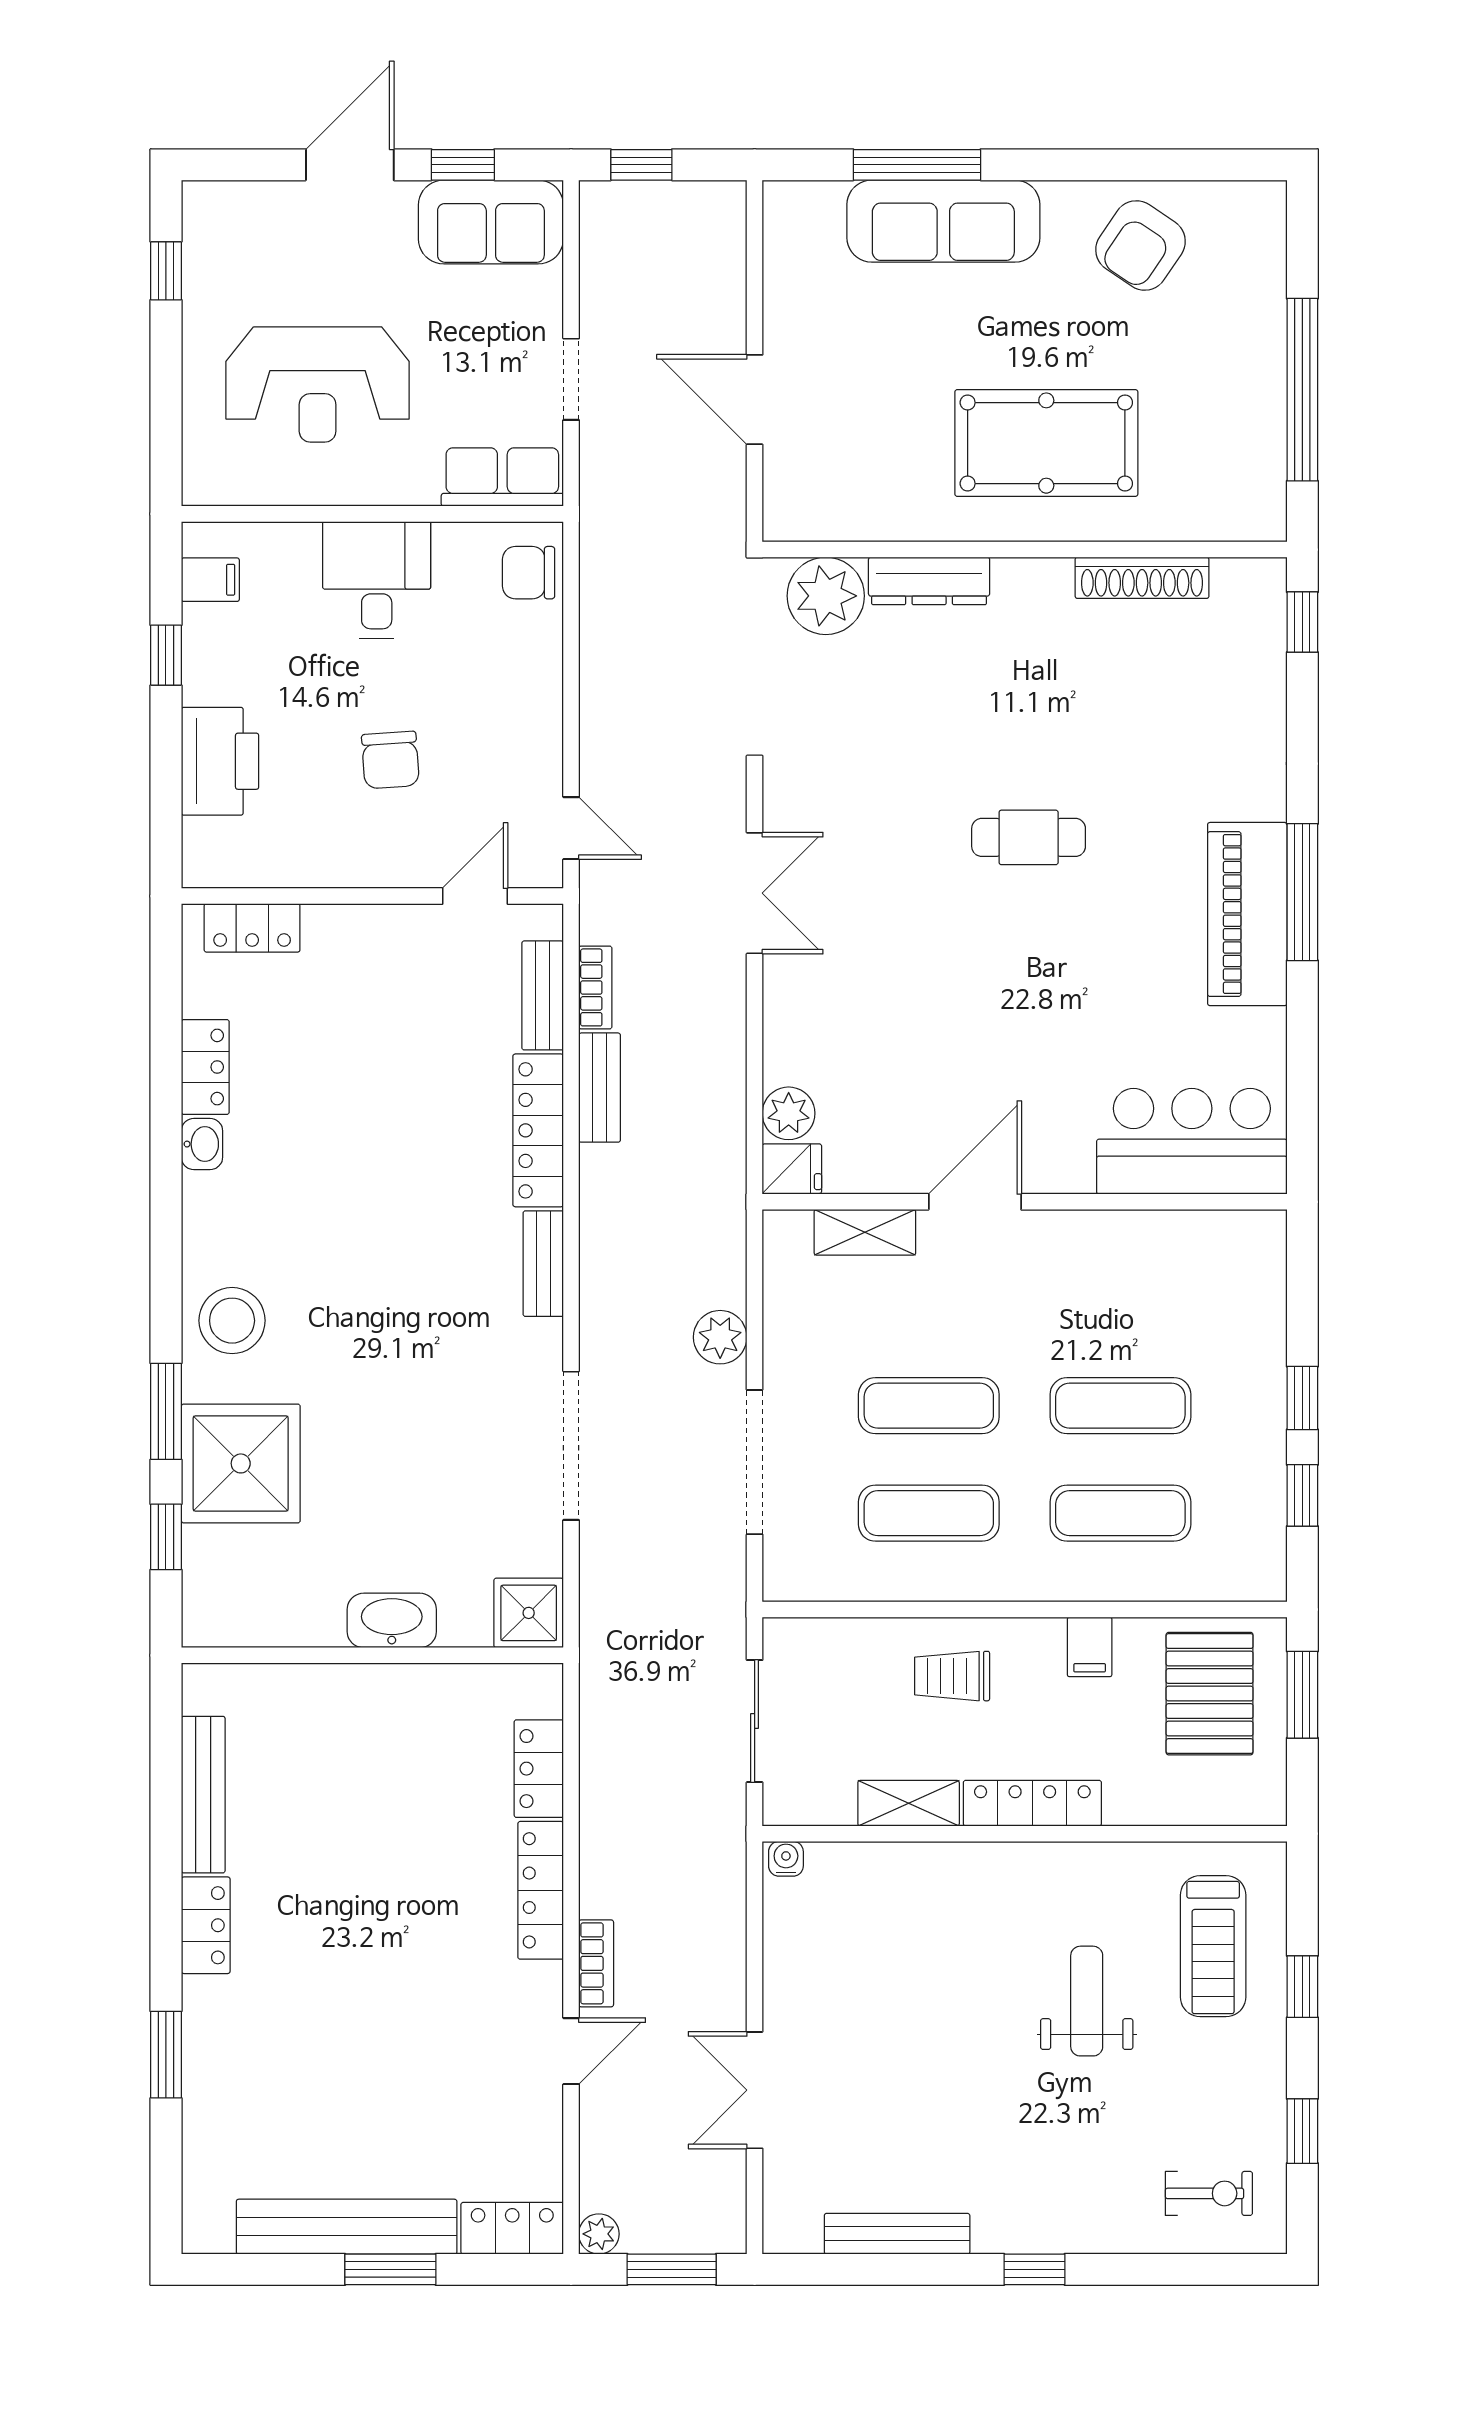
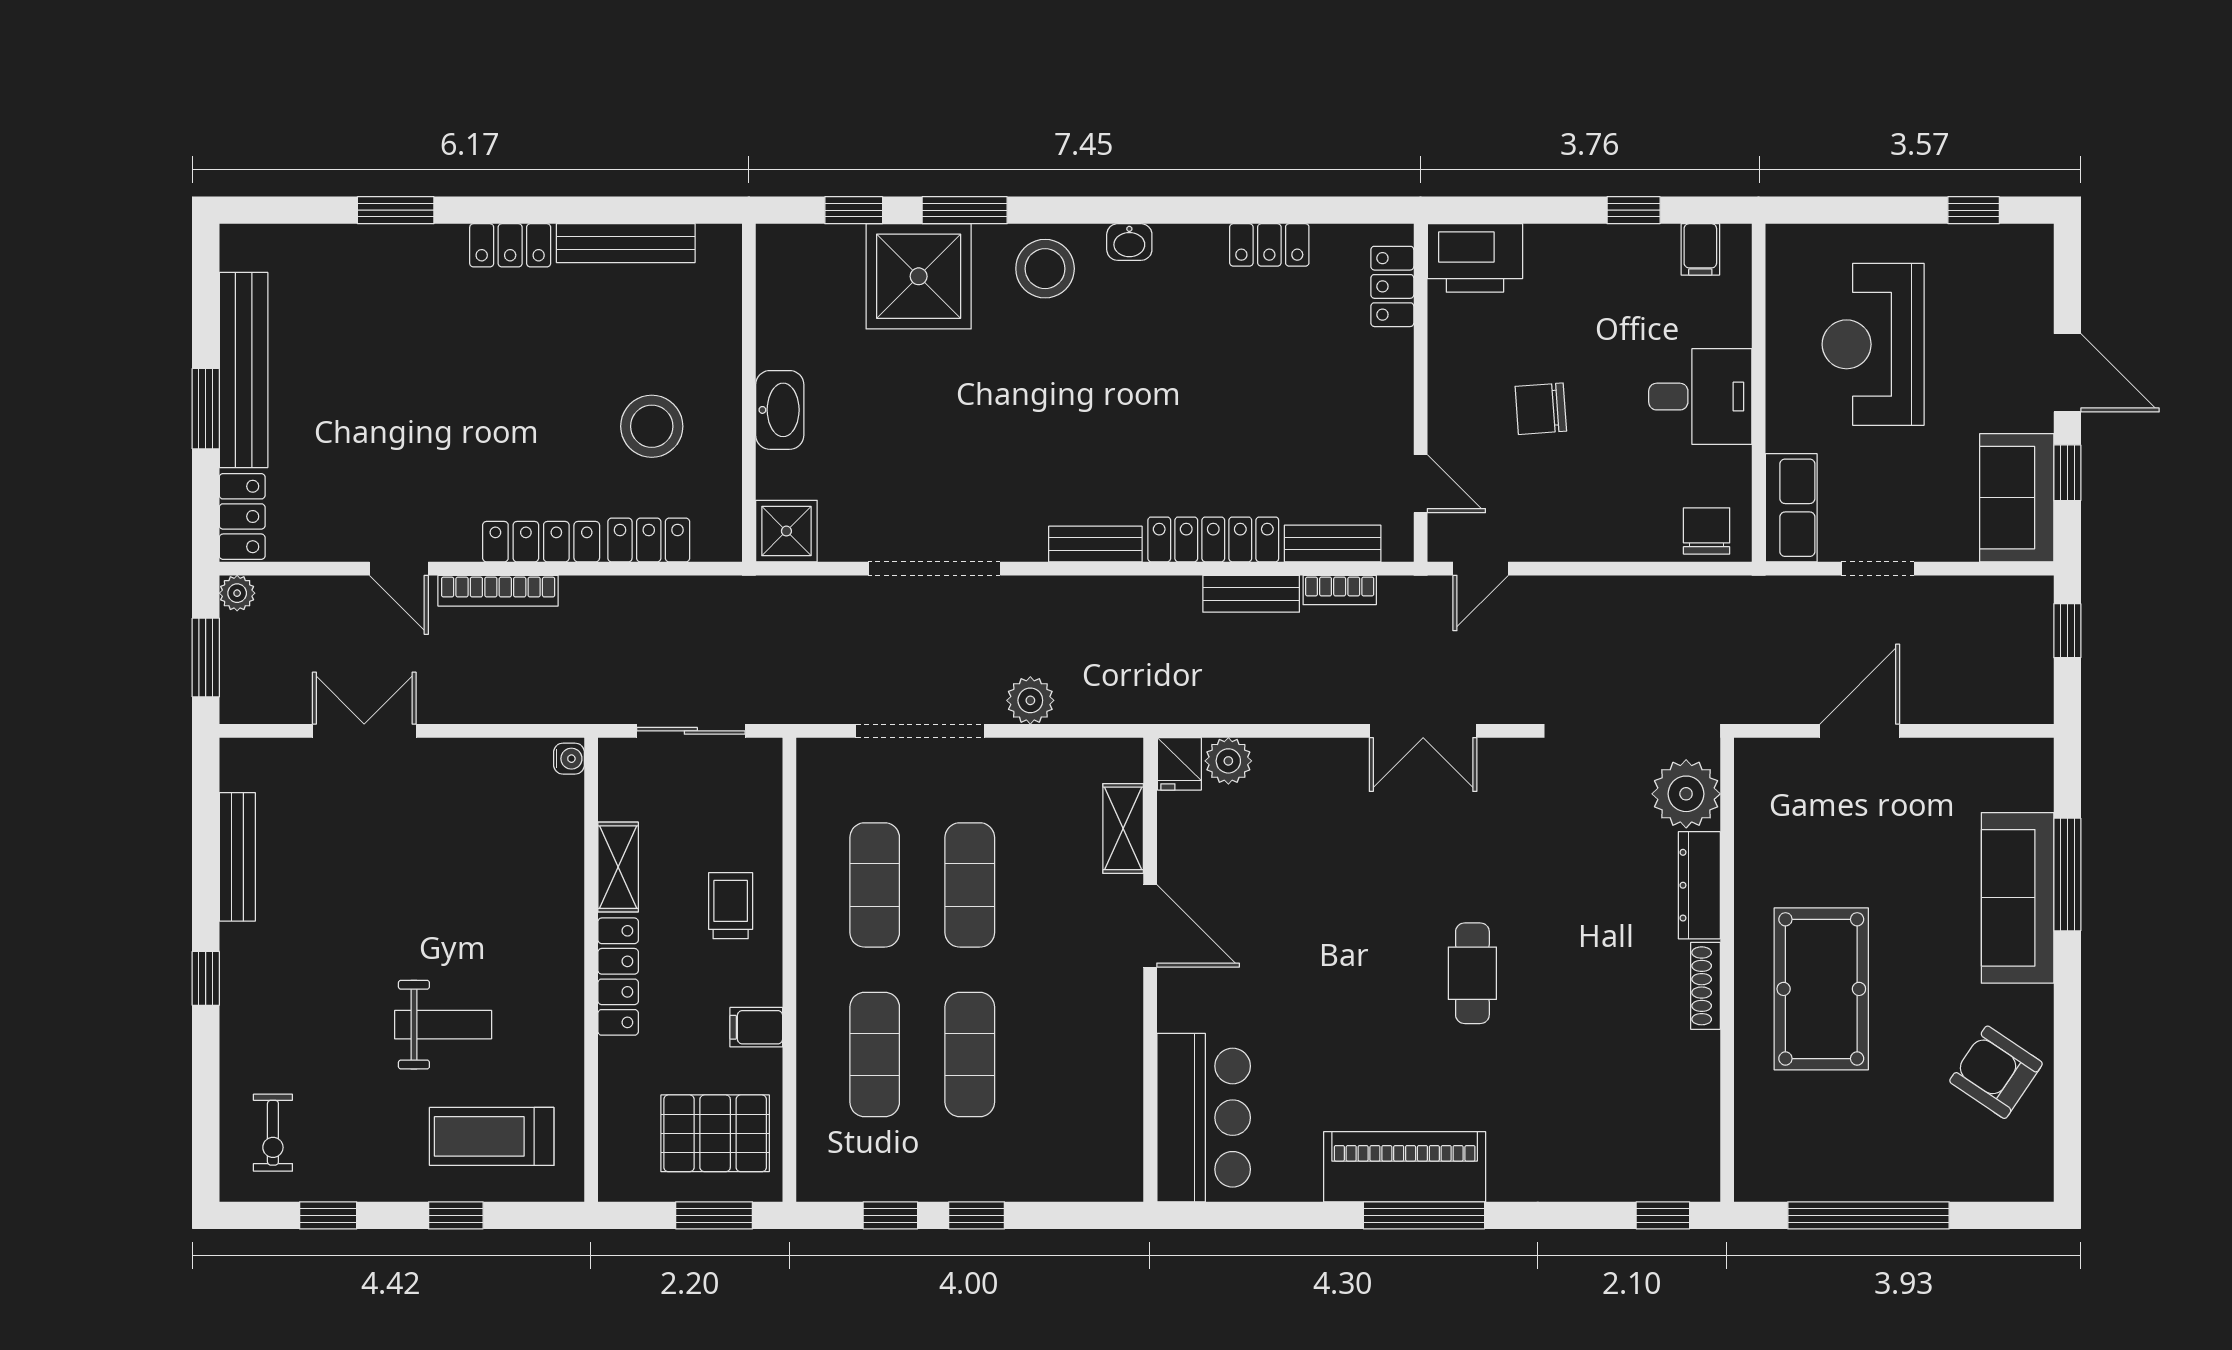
shoe rack: (1142, 578) -> (1705, 986), moved, width x0.74, depth x0.81
printer: (220, 761) -> (1475, 258), moved
washbasin: (202, 1144) -> (1129, 242), moved
stool: (410, 1765) -> (652, 426), added
bookcase: (596, 1963) -> (498, 591), width x1.56

